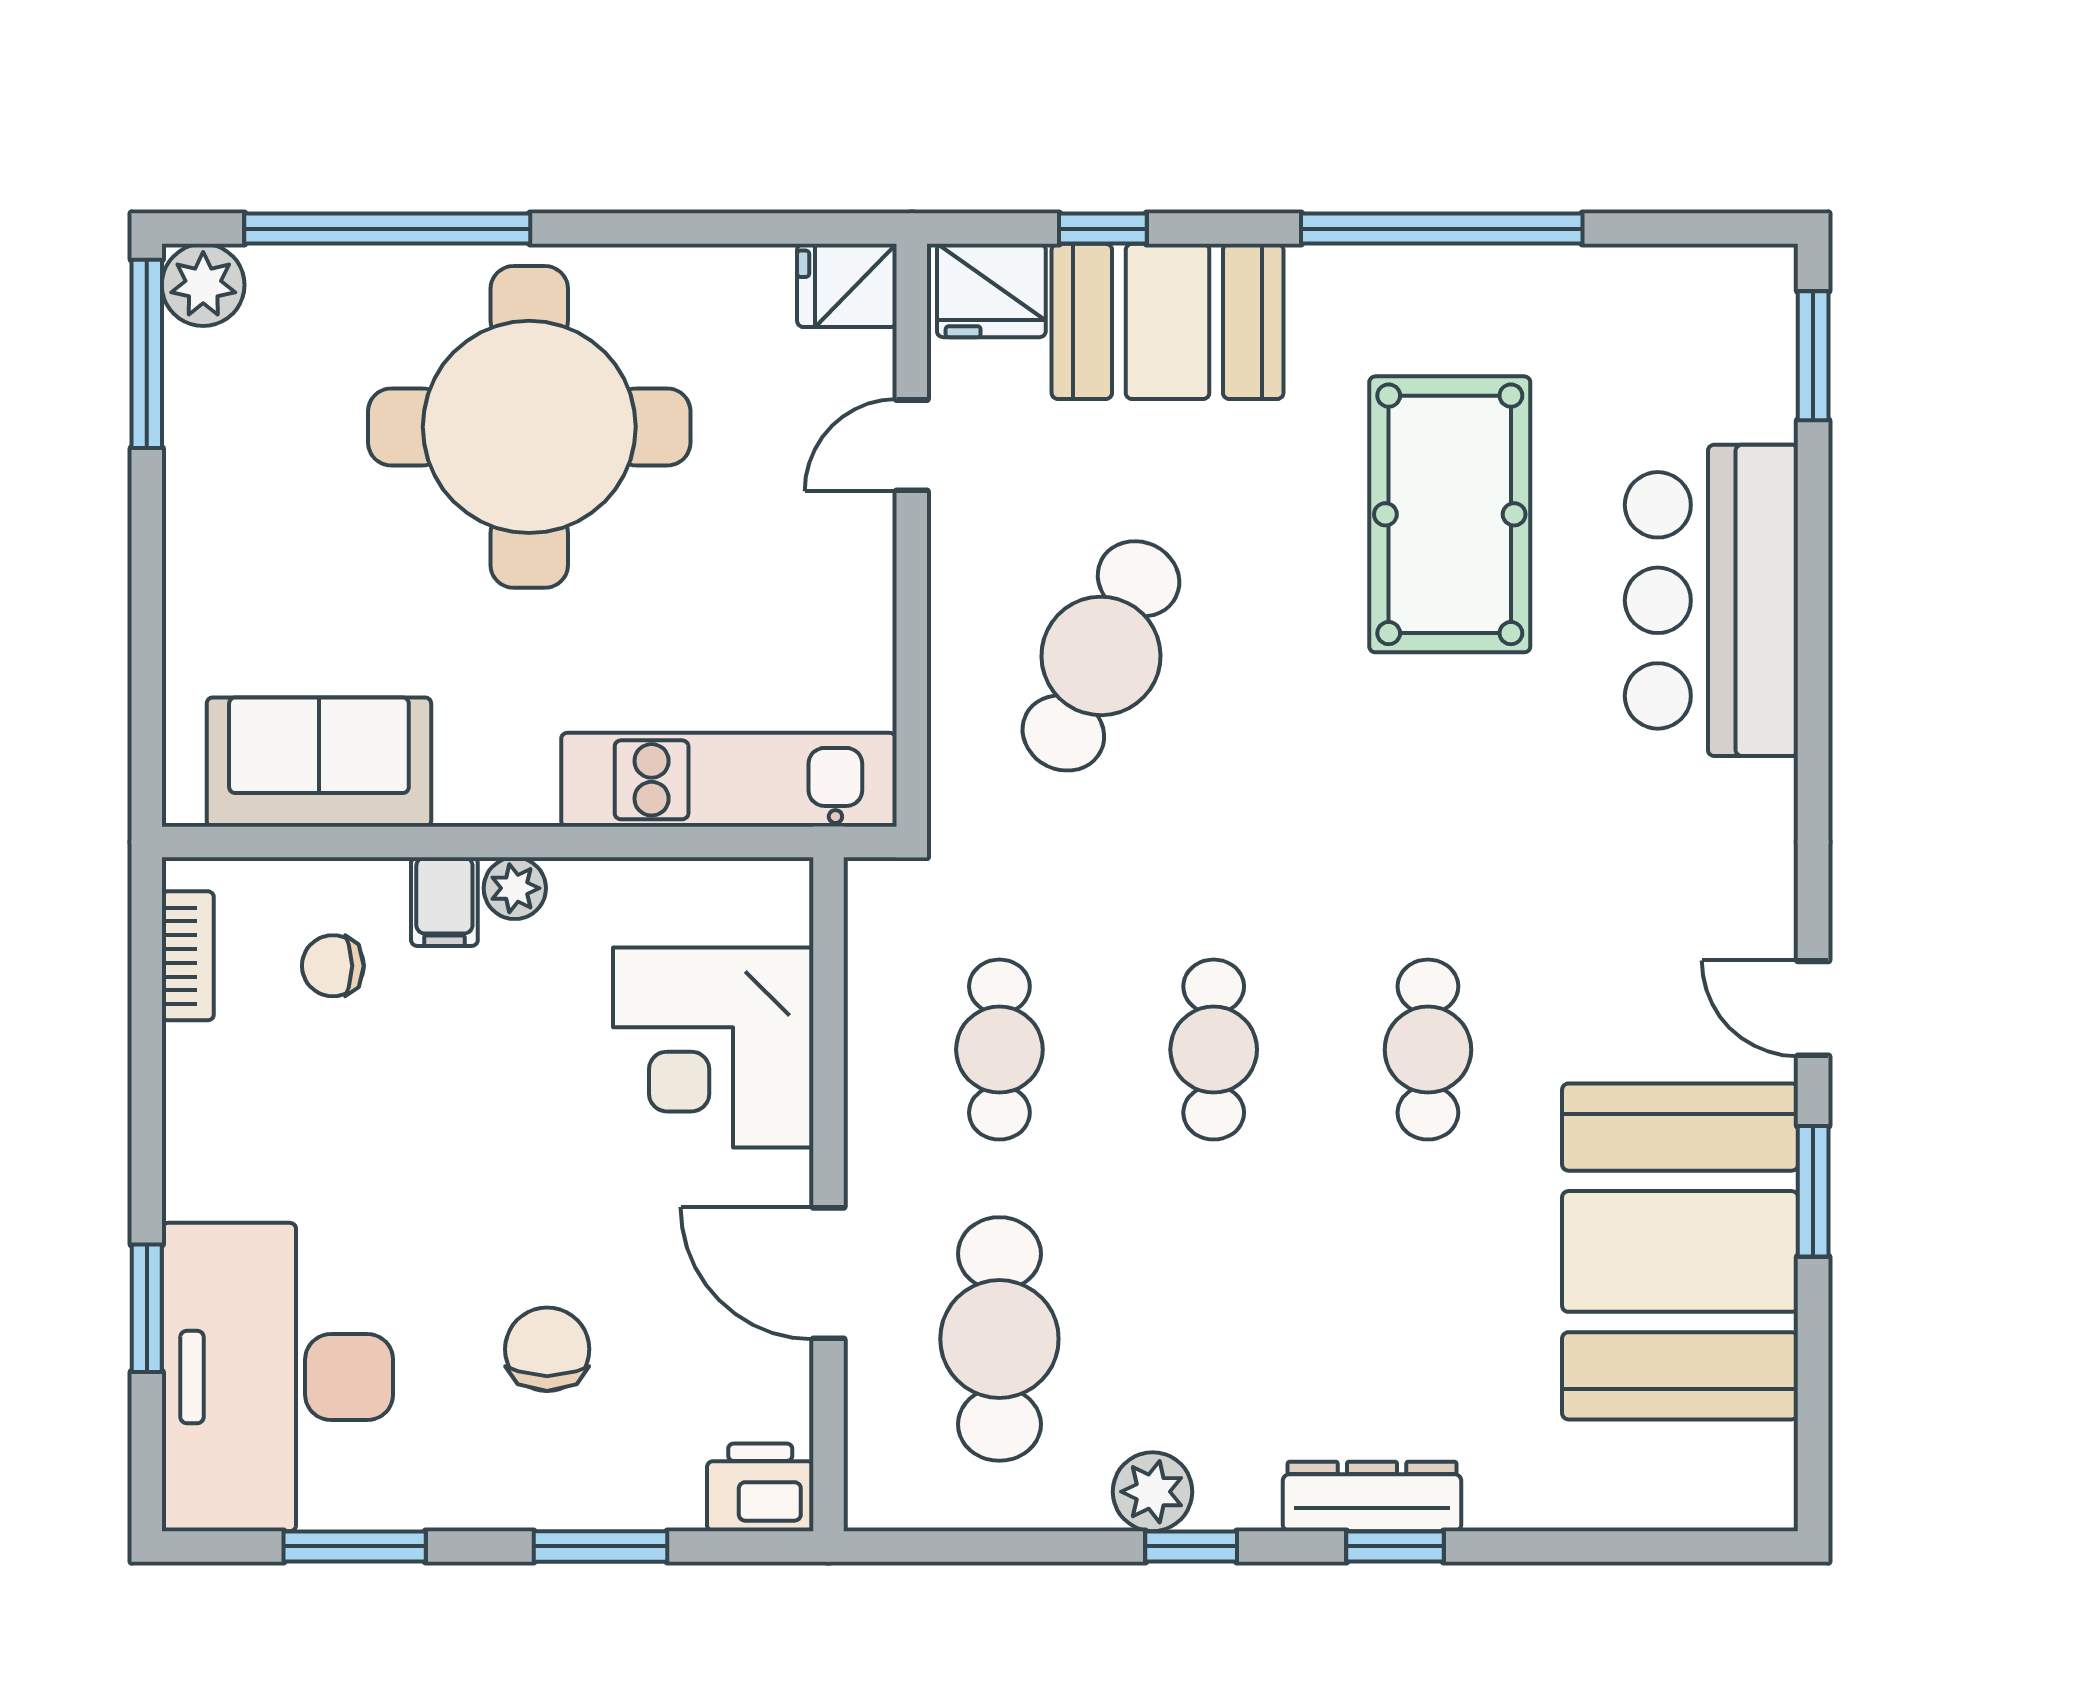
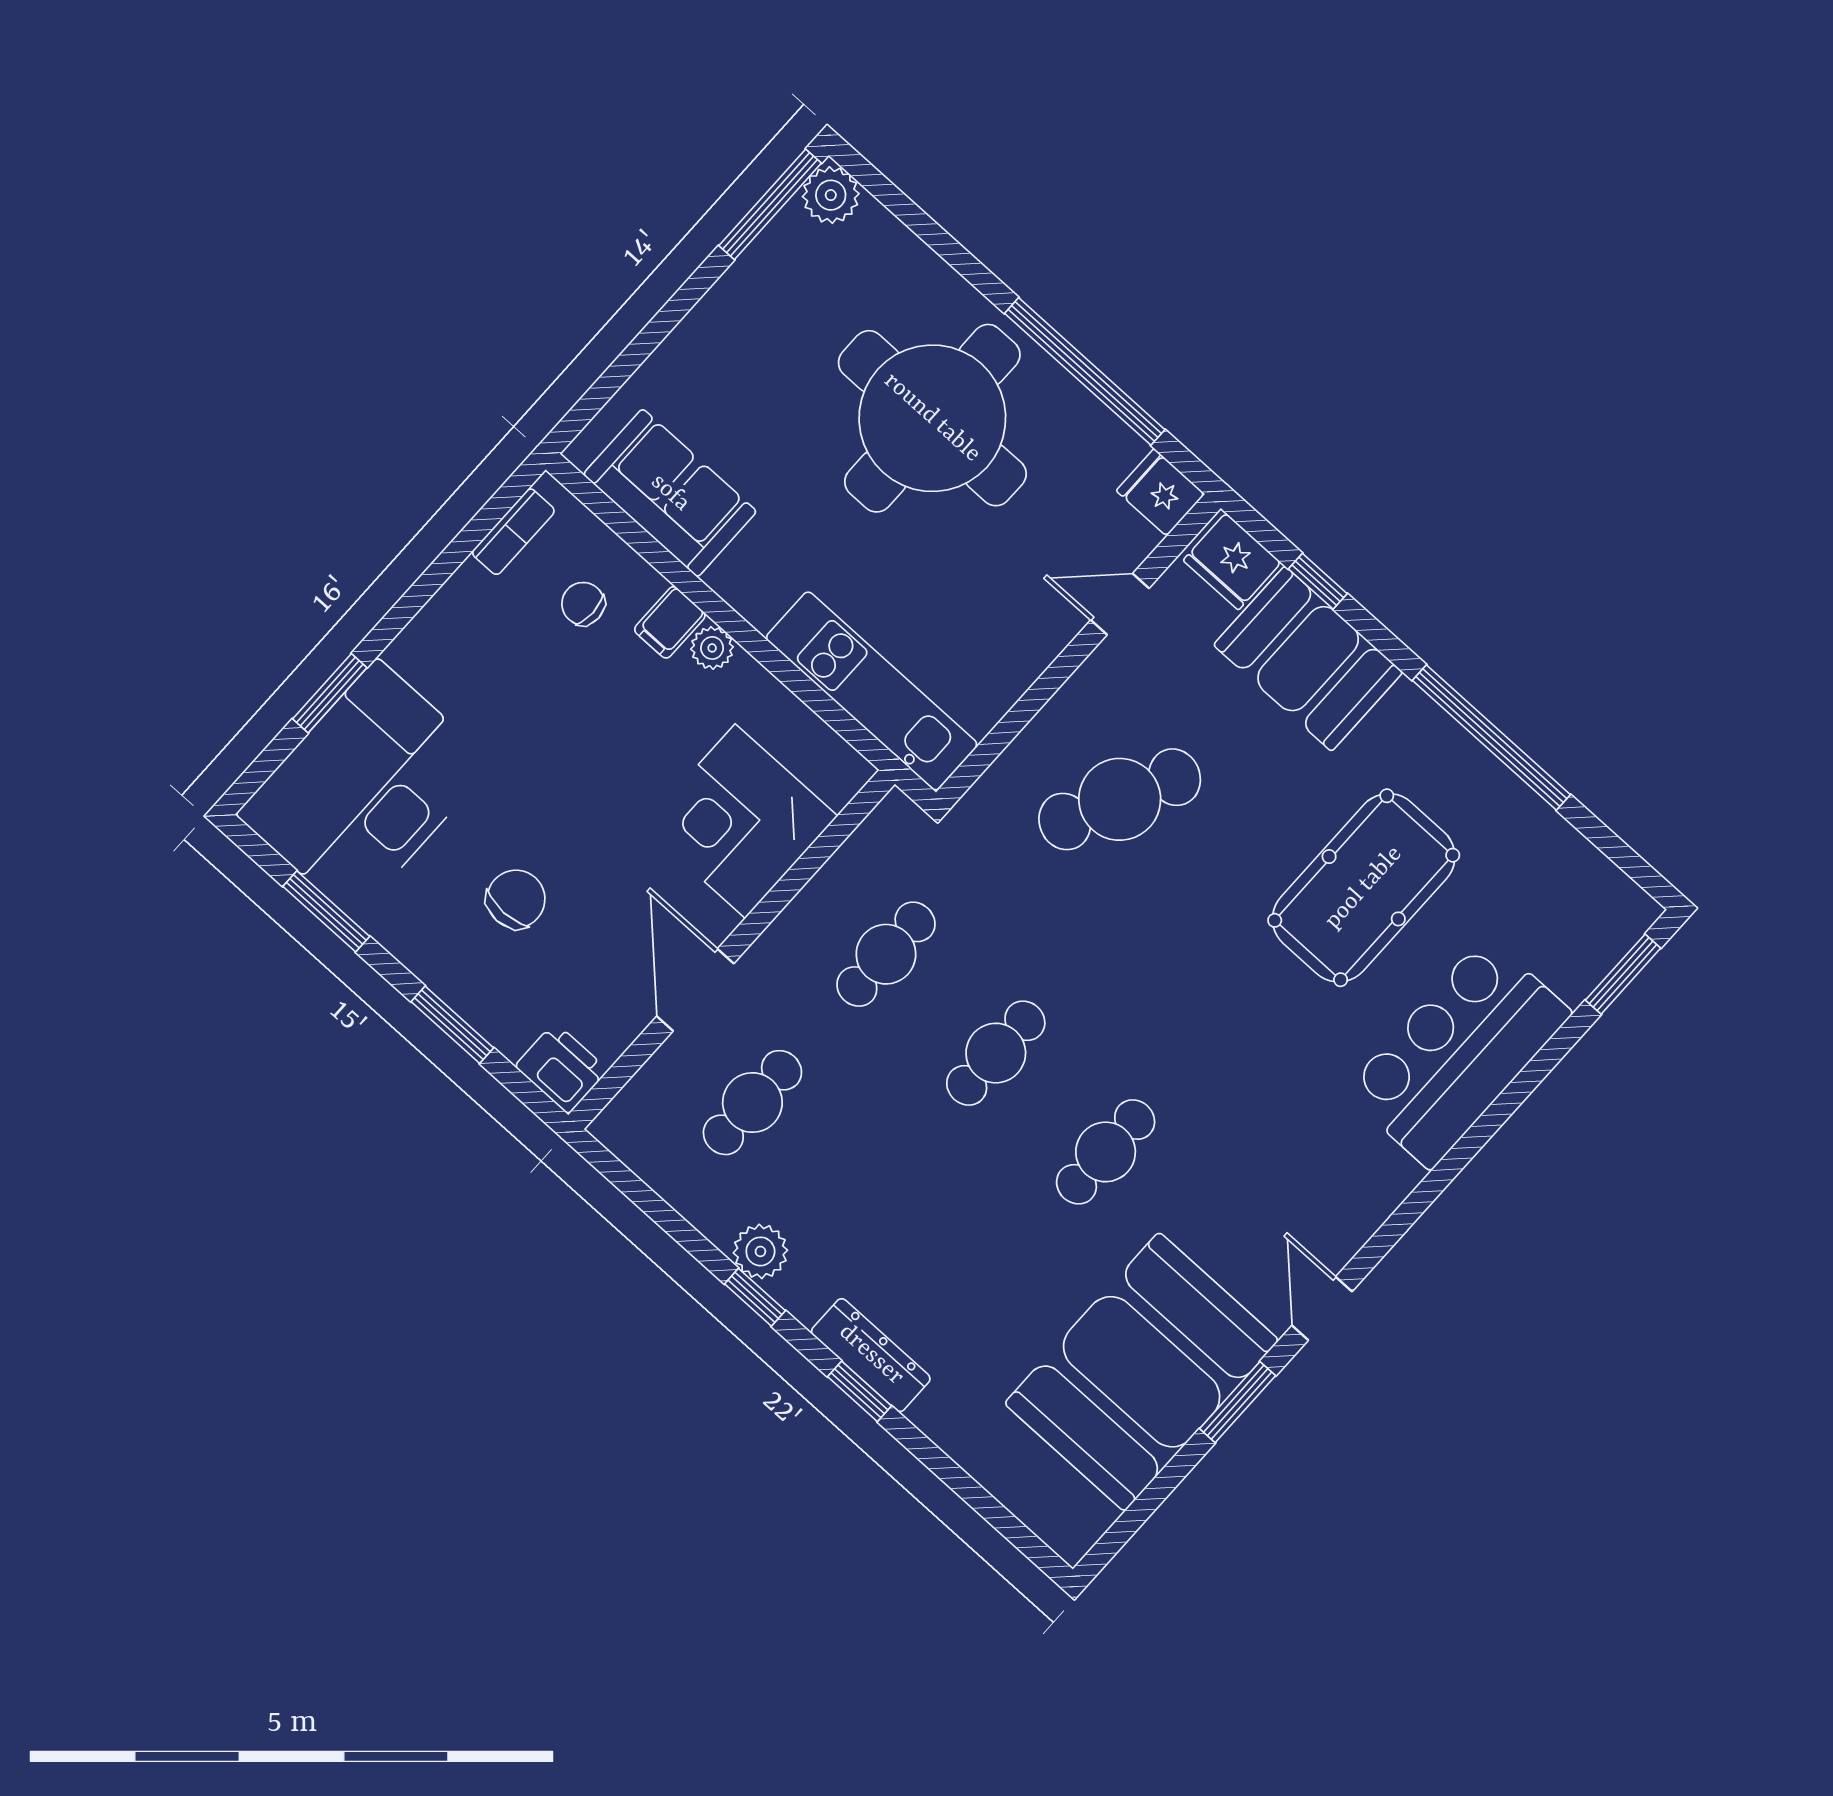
window: (387, 229) -> (1085, 371), moved
cafe table: (999, 1339) -> (752, 1103), width x0.73, depth x0.74

